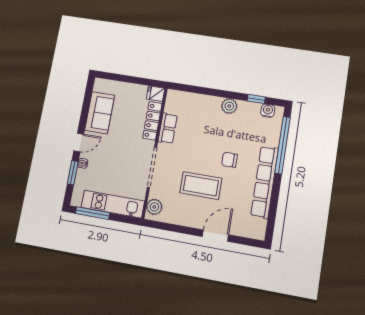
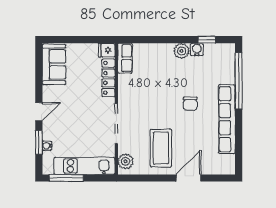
water cooler: (268, 111) -> (197, 49), moved
sofa: (100, 113) -> (54, 64), moved
row of seats: (168, 128) -> (125, 58), moved
chair: (230, 160) -> (190, 104), turned -90
water cooler: (83, 163) -> (47, 146), moved
coffee table: (201, 186) -> (161, 148), moved, turned 90

